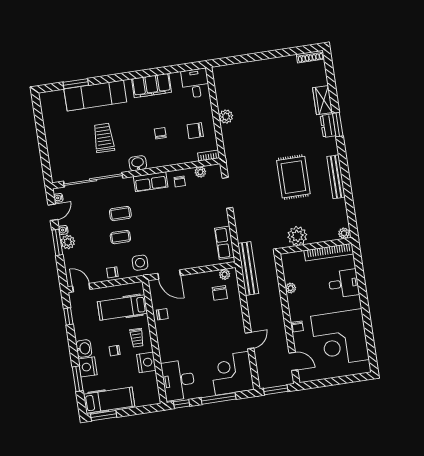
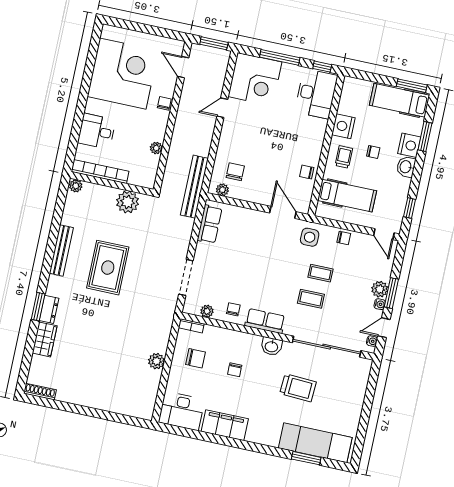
desk: (195, 83) -> (182, 411), width x1.37
exam couch: (95, 96) -> (315, 443), moved
trolley: (104, 138) -> (298, 388), turned -87

